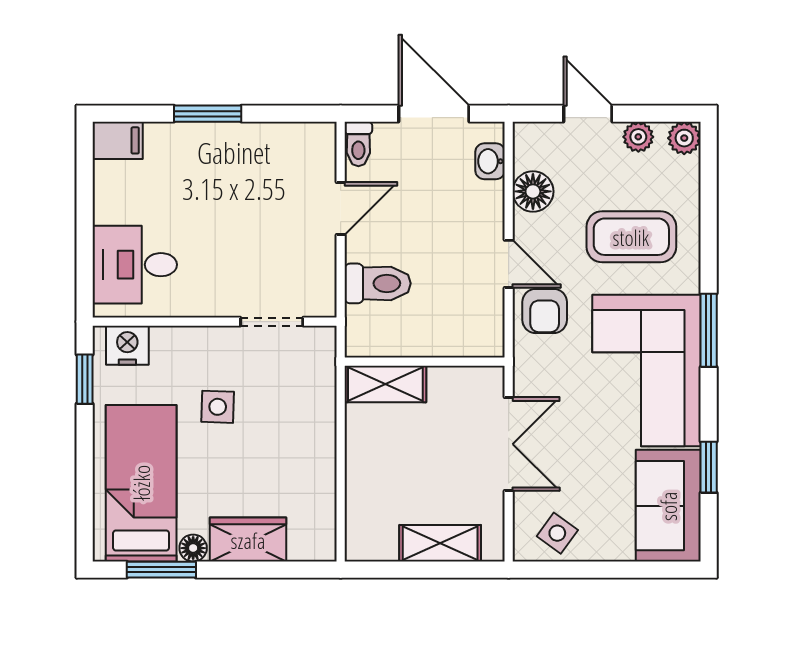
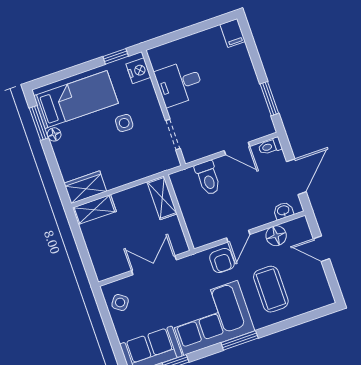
window: (208, 114) -> (269, 99), moved
door: (588, 114) -> (321, 249), swing flipped
plant: (638, 137) -> (319, 276), removed
plant: (684, 138) -> (326, 298), removed
desk: (135, 265) -> (179, 83), moved, turned -90
armchair: (545, 311) -> (222, 261), turned -90
double door: (509, 444) -> (154, 265), swing flipped
wardrobe: (248, 540) -> (85, 187), moved, turned -90
shelving: (440, 543) -> (94, 210), moved, turned 90

